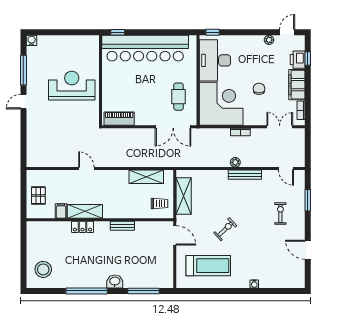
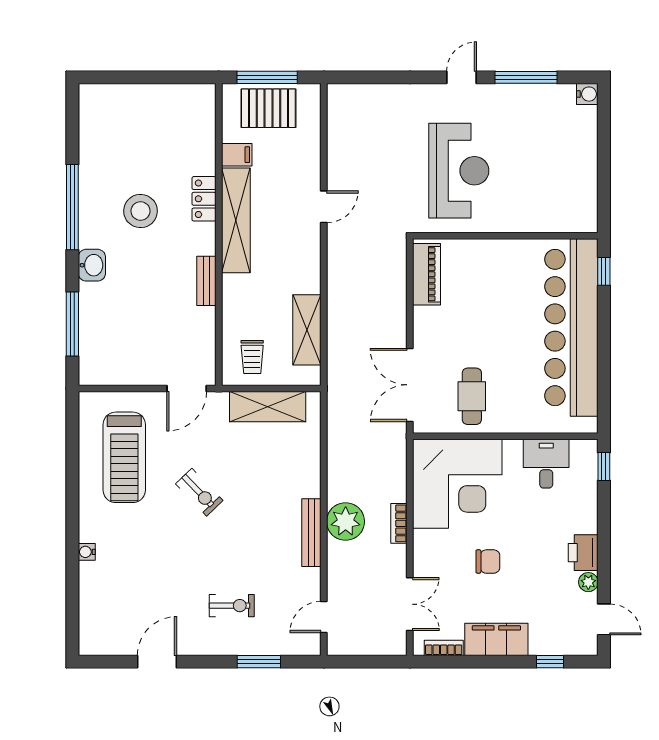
desk: (215, 60) -> (546, 464), width x0.53, depth x0.77
printer: (298, 60) -> (583, 553), moved, turned -90
reception desk: (72, 86) -> (459, 171), moved
cafe table: (179, 97) -> (472, 396), turned 90
door: (23, 102) -> (462, 77), hinge flipped
plant: (235, 162) -> (346, 521), width x1.88, depth x1.88
window: (23, 196) -> (267, 77), added
pallet: (38, 196) -> (268, 108), width x1.50, depth x1.42
shelving: (85, 211) -> (236, 220), width x1.47
stool: (43, 269) -> (141, 211), moved

